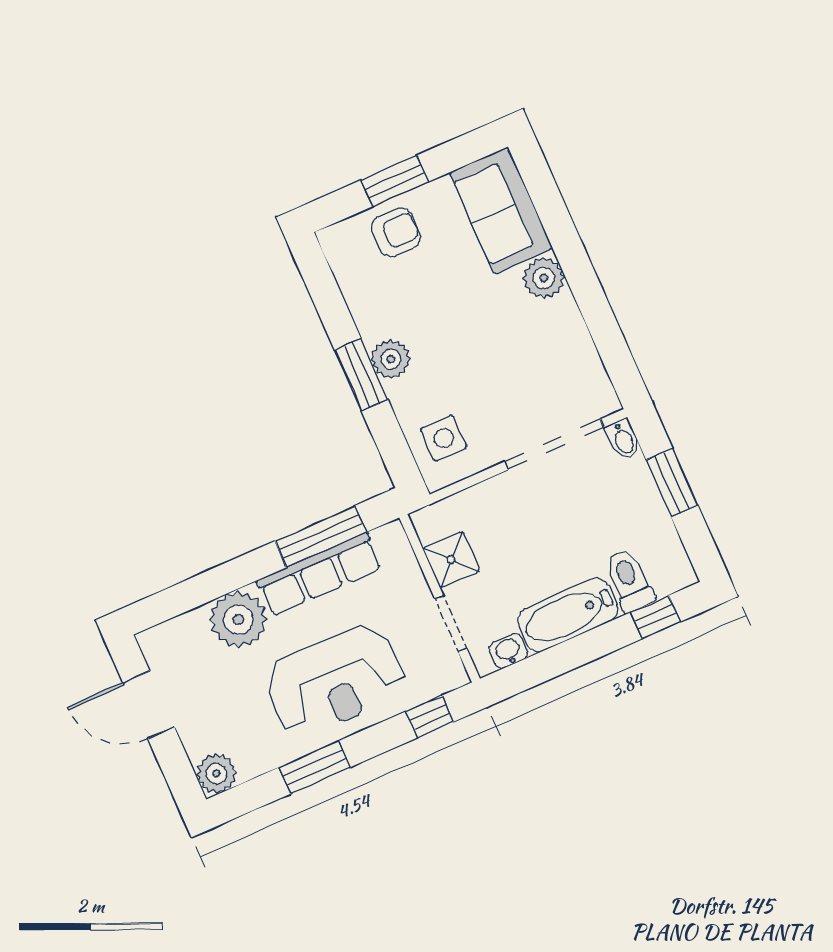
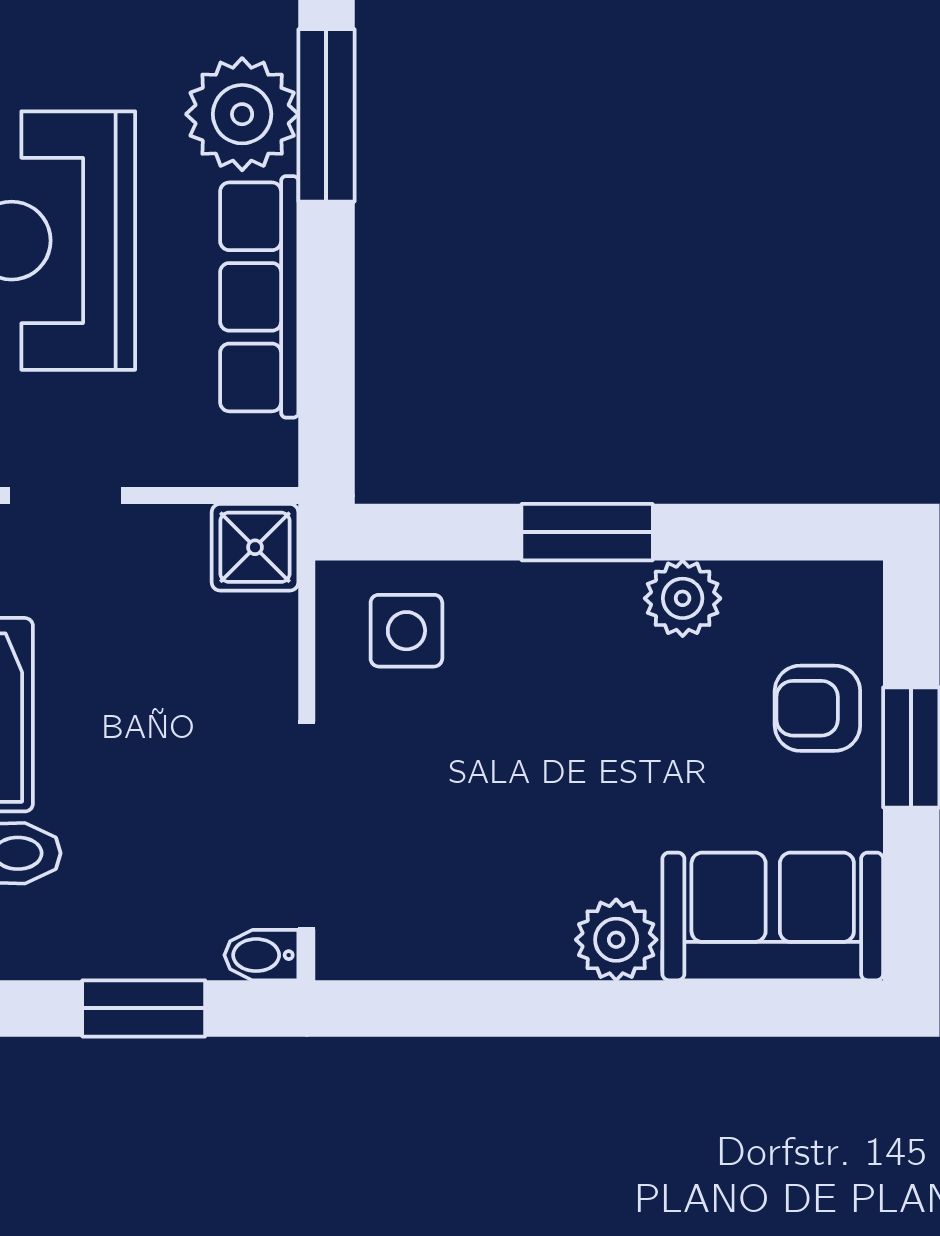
armchair: (396, 232) -> (817, 708), turned 90
plant: (391, 359) -> (683, 598), moved
window: (321, 537) -> (326, 115), moved
shower: (451, 560) -> (255, 547), moved

